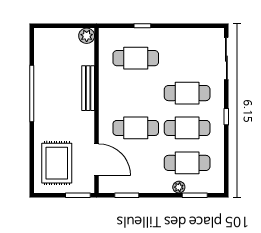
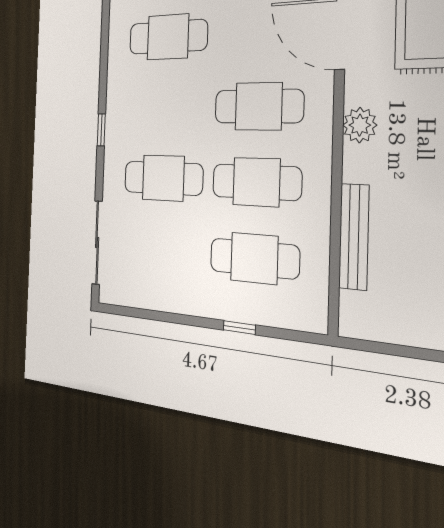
plant: (87, 36) -> (360, 125), moved
bench: (88, 88) -> (354, 237), moved
cafe table: (187, 128) -> (256, 182), moved

